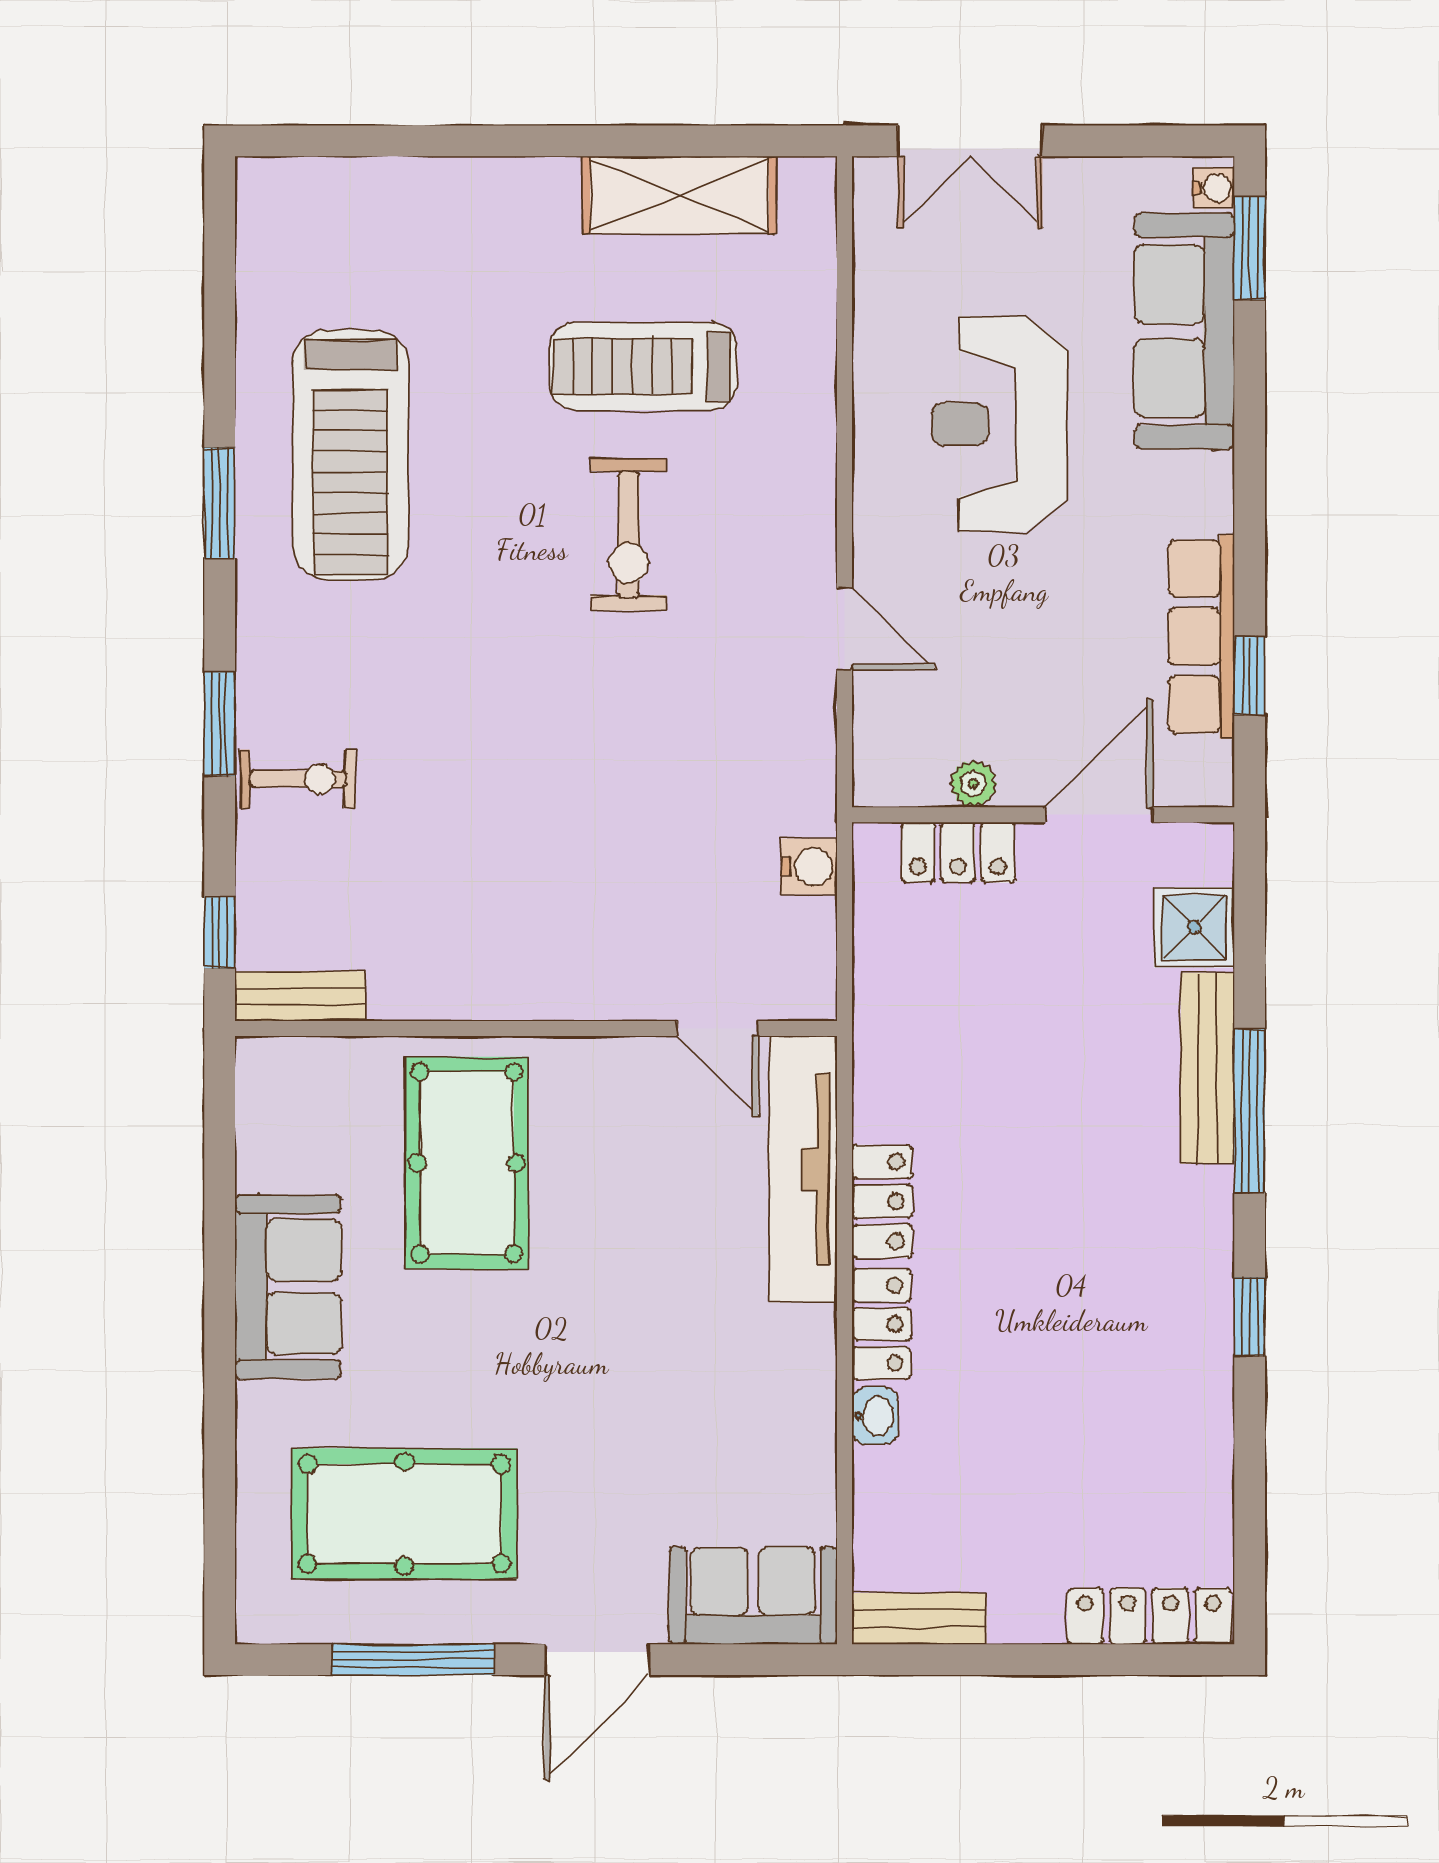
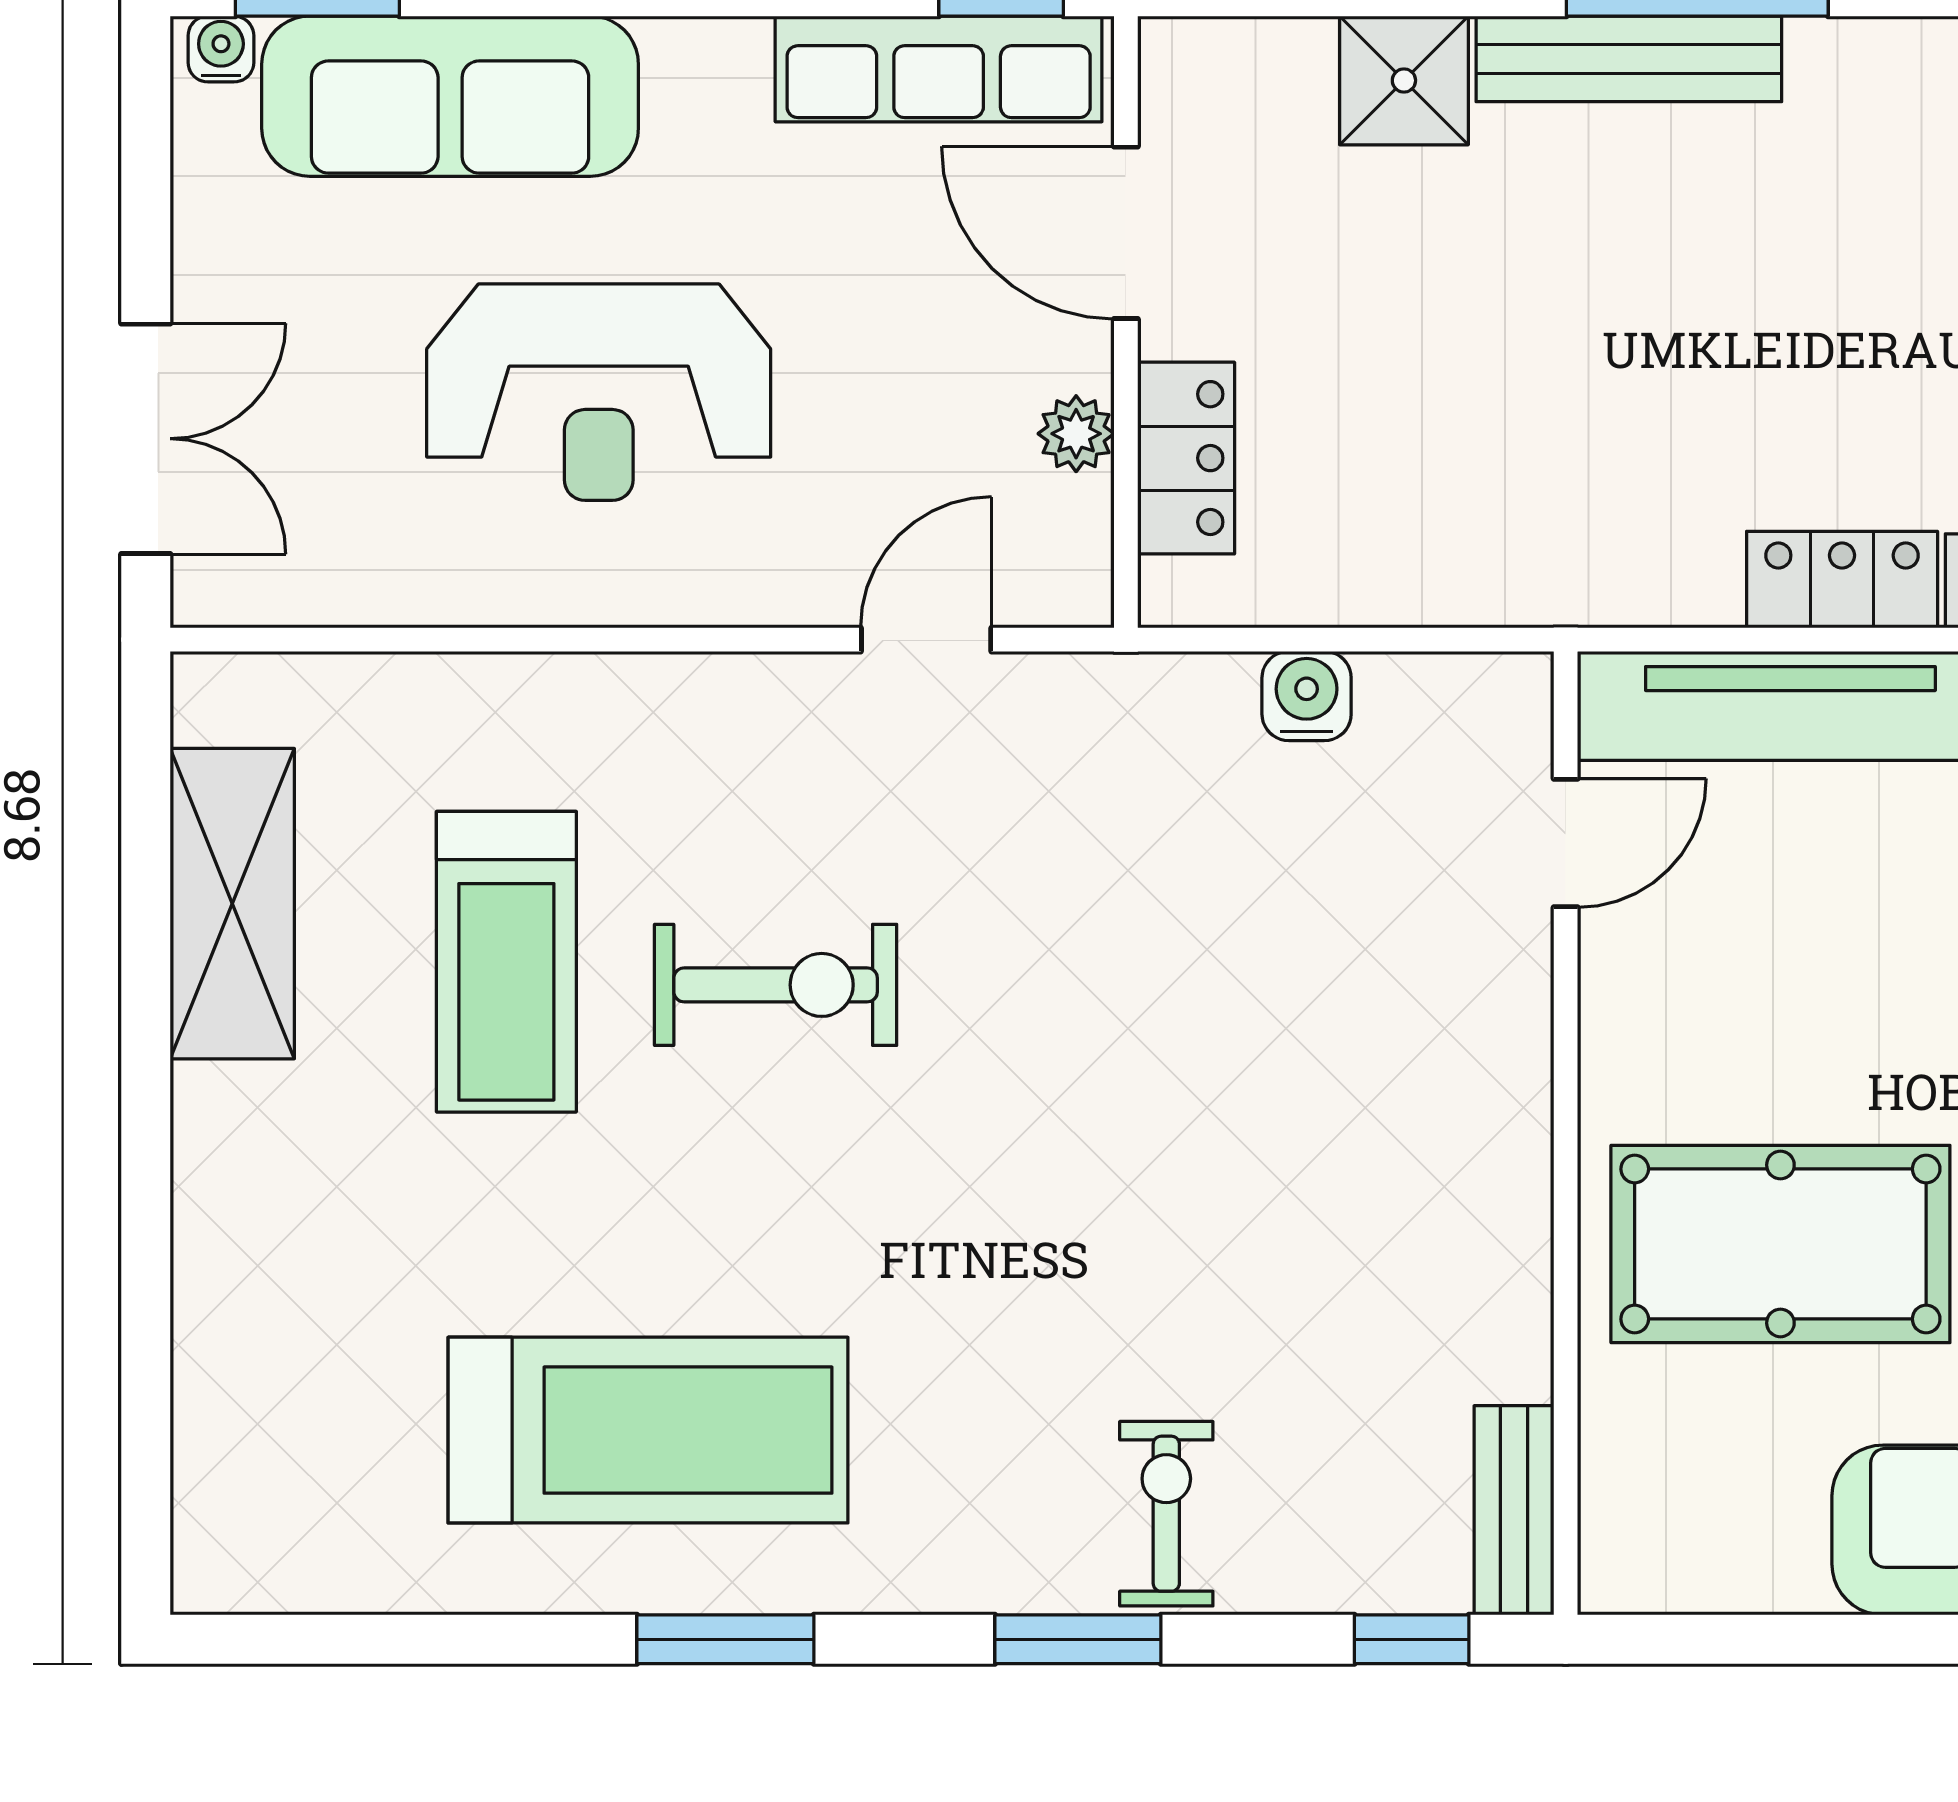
plant: (973, 784) -> (1076, 434), moved
wall: (1043, 815) -> (1126, 322), moved
door: (1099, 815) -> (1126, 233), moved
locker: (958, 852) -> (1186, 458), moved

